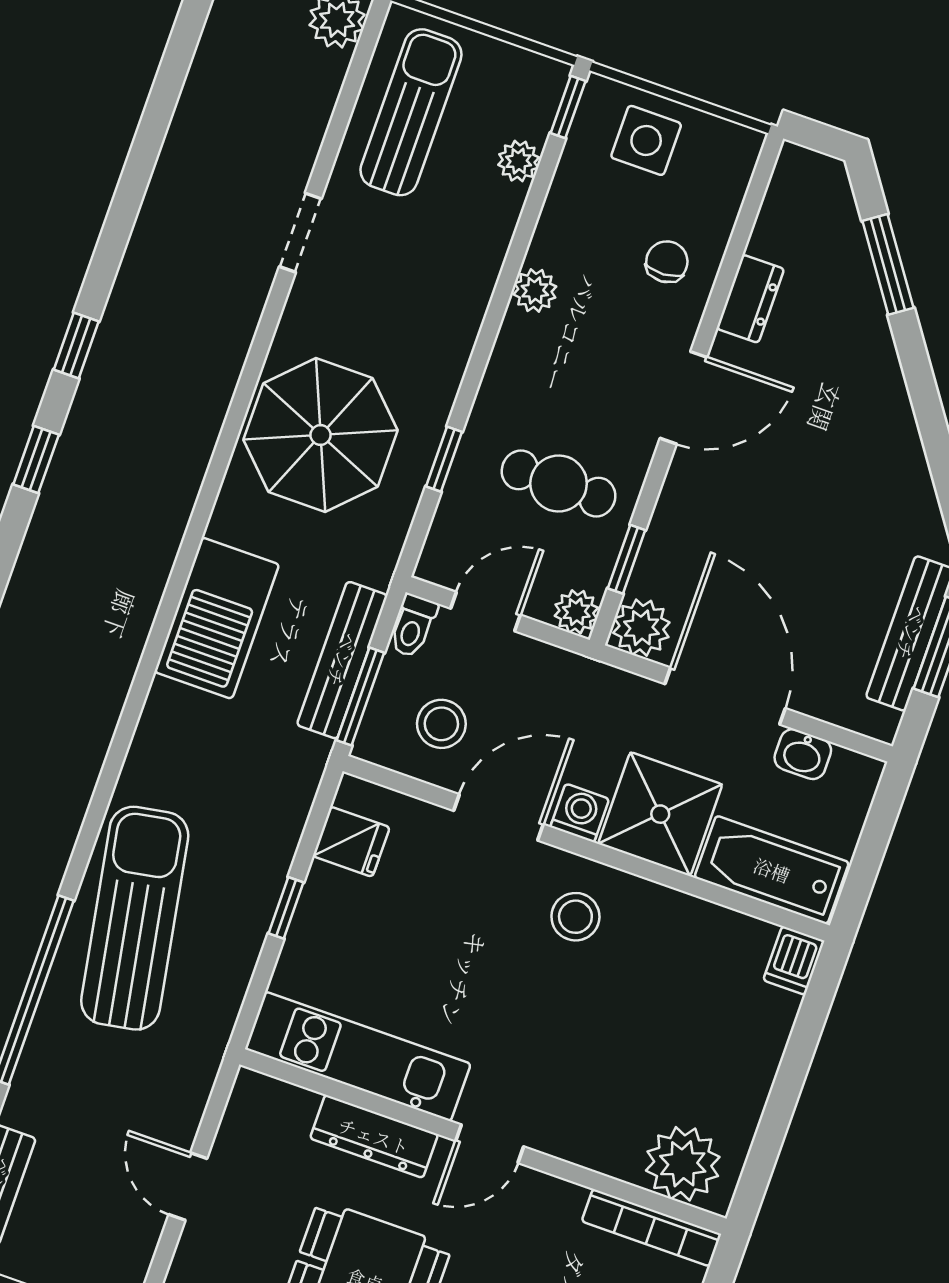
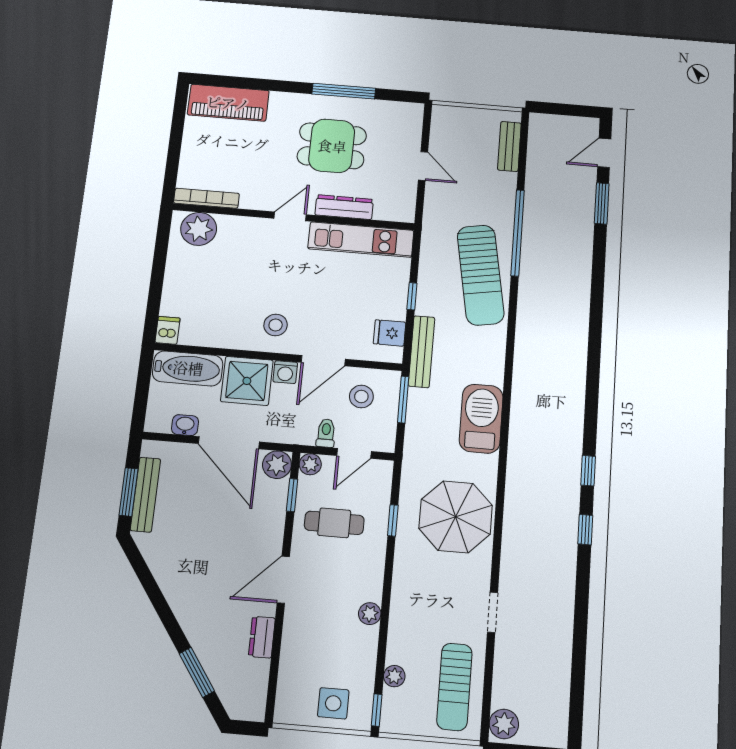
chair: (667, 262) -> (308, 645), removed
toilet: (413, 626) -> (326, 433), moved
bench: (342, 660) -> (421, 352), moved

